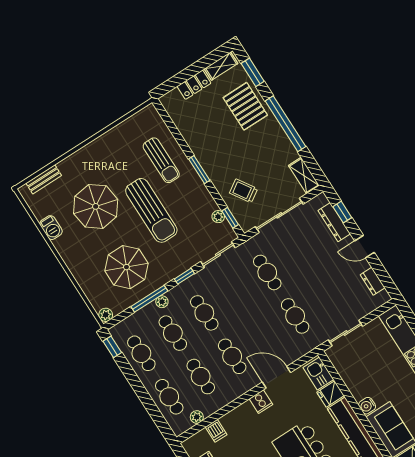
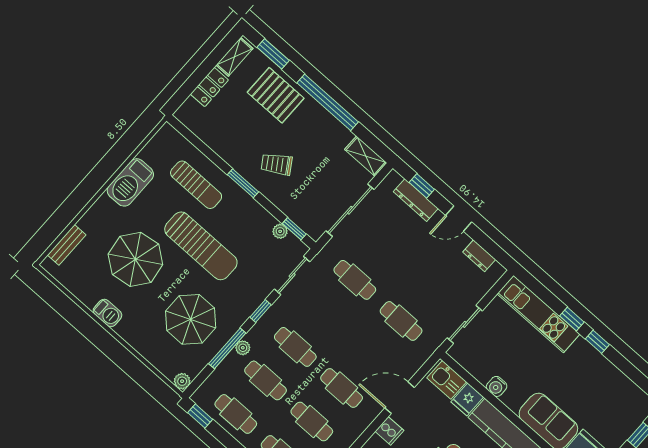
barbecue: (109, 144) -> (130, 182), added
trolley: (244, 191) -> (277, 164), moved
barbecue: (51, 228) -> (107, 313), moved
water cooler: (367, 406) -> (497, 386), moved

